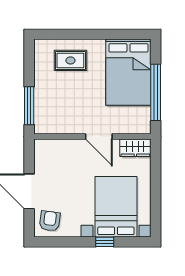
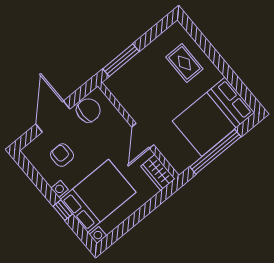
chair: (46, 161) -> (88, 110), added
armchair: (50, 221) -> (62, 155), moved, turned -98

